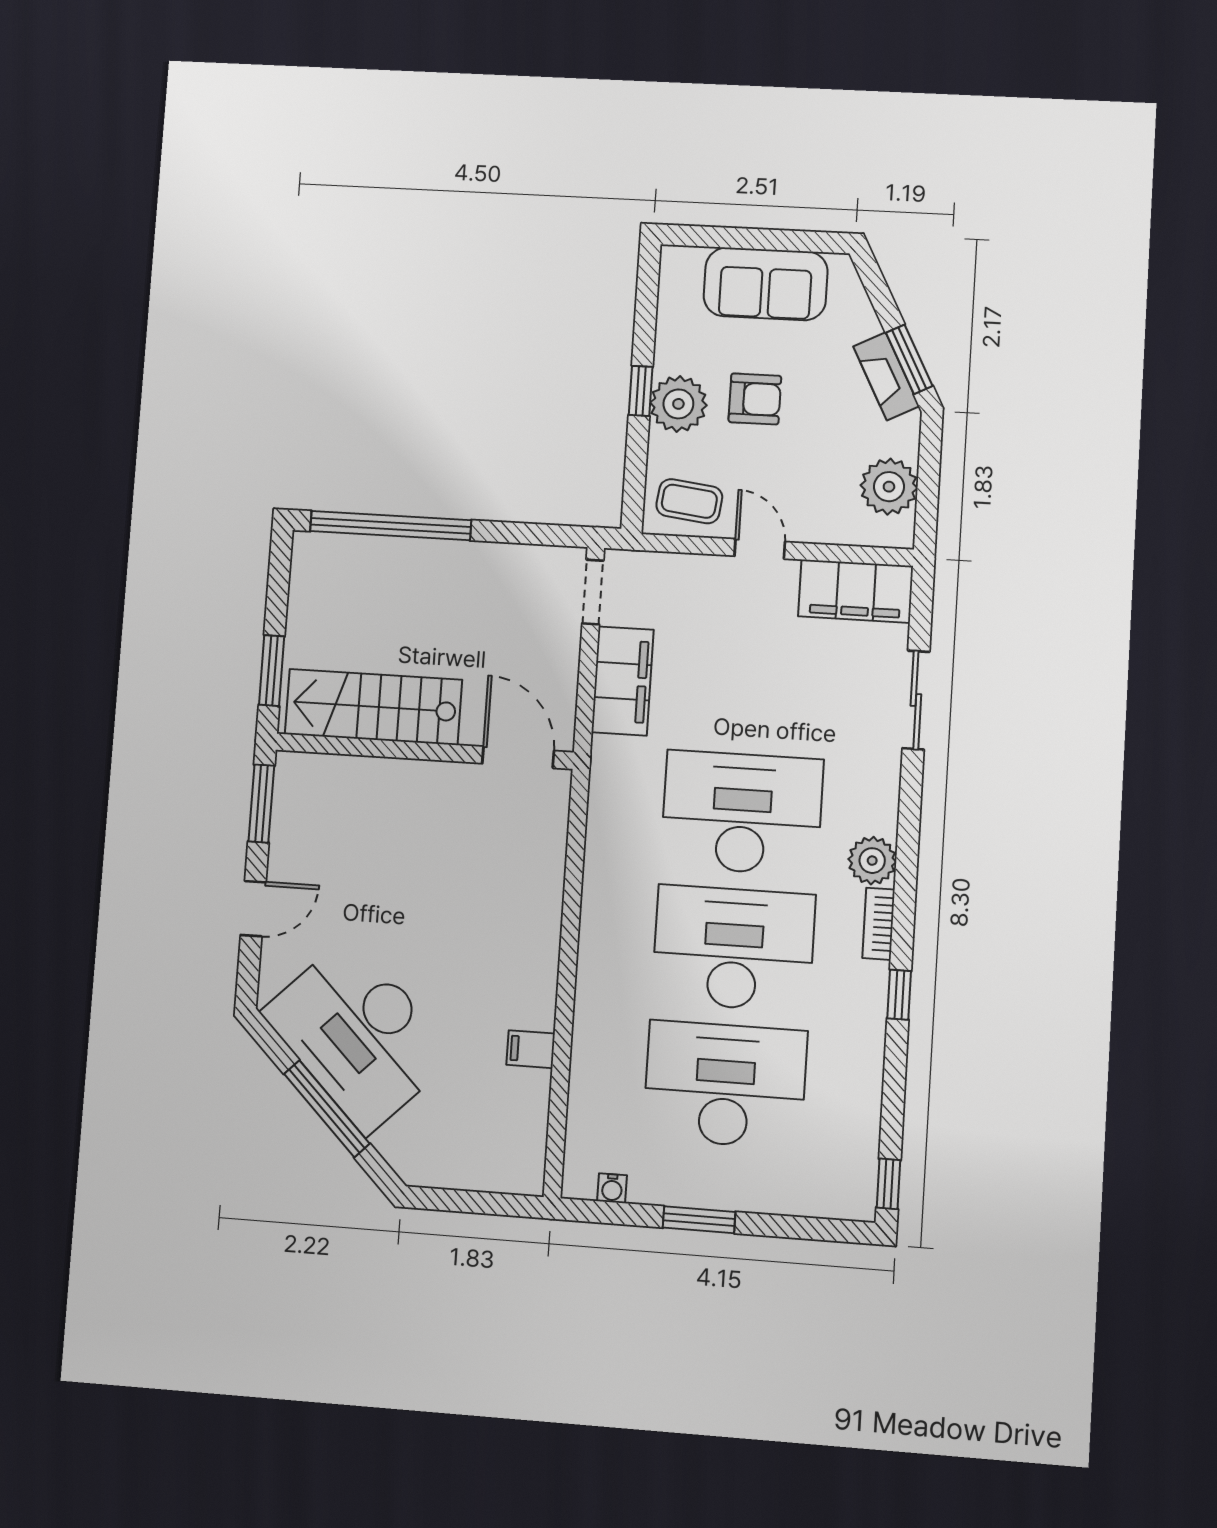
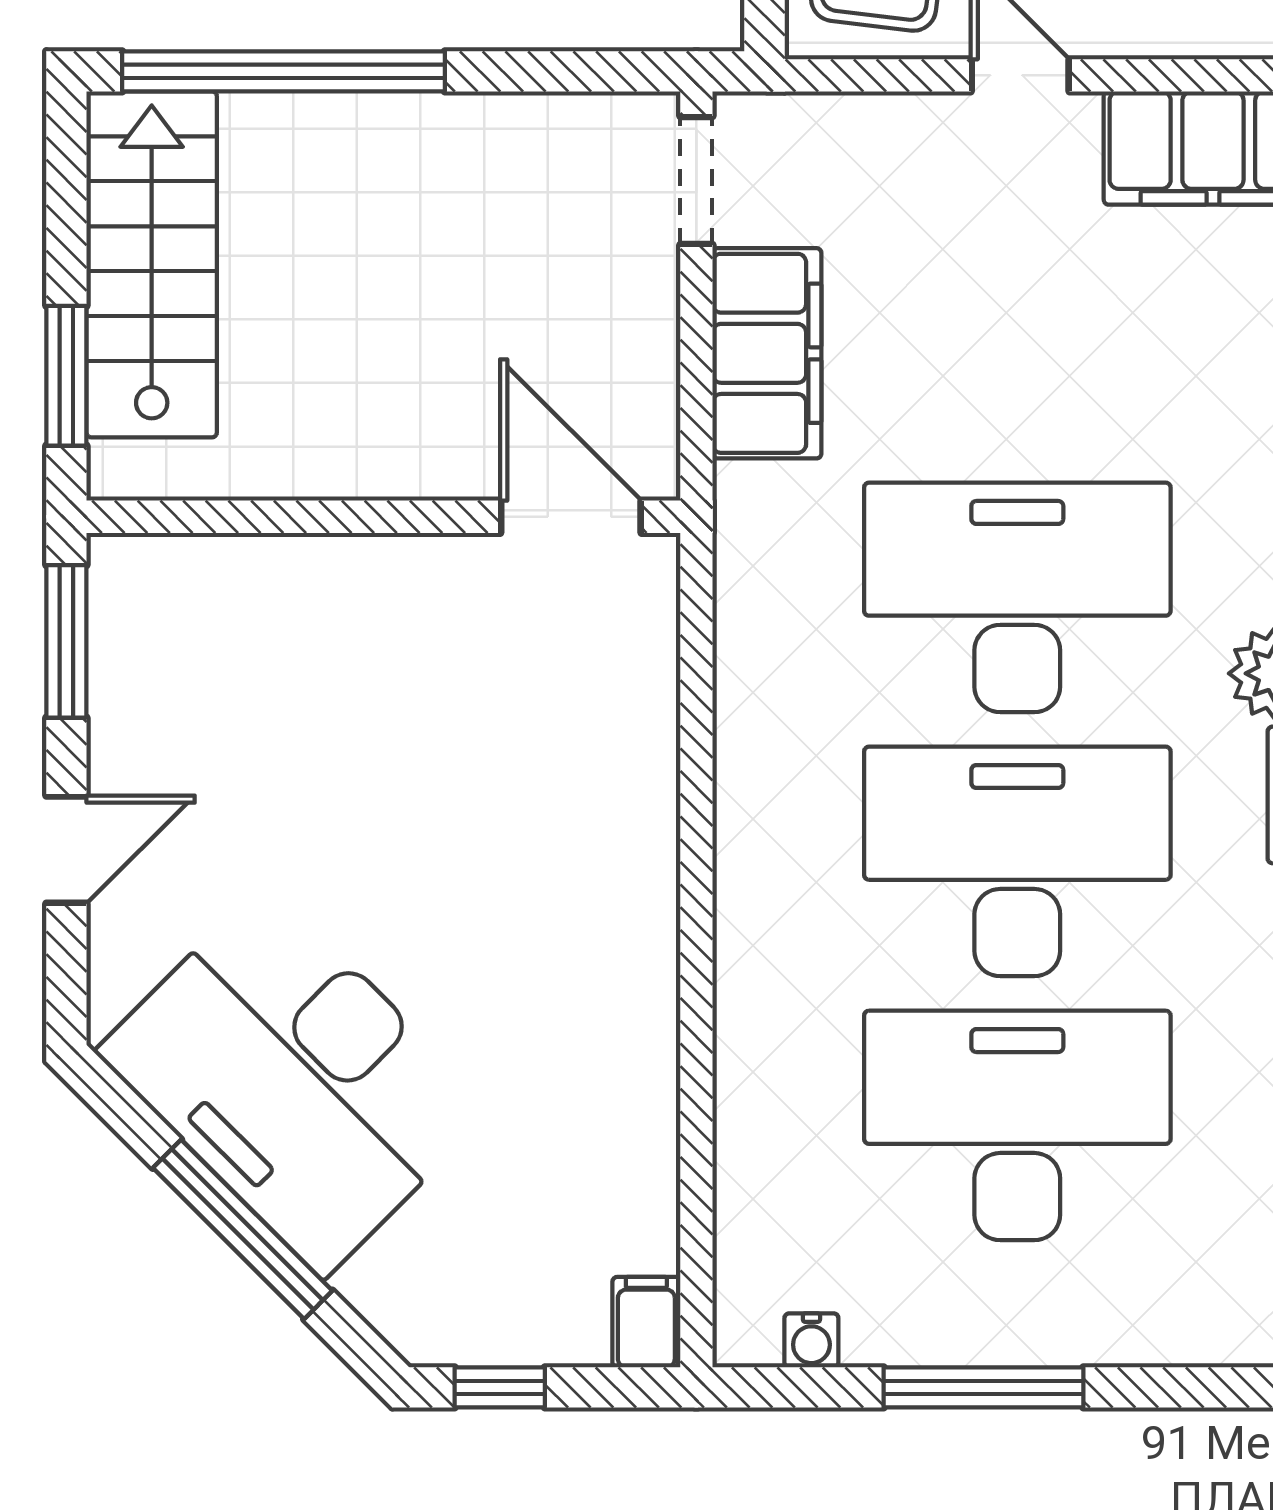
stairs: (373, 707) -> (152, 264), moved, turned 90
filing cabinet: (531, 1049) -> (646, 1322), moved, turned 90
window: (451, 1200) -> (500, 1387), added
window: (699, 1220) -> (983, 1387), width x1.44

